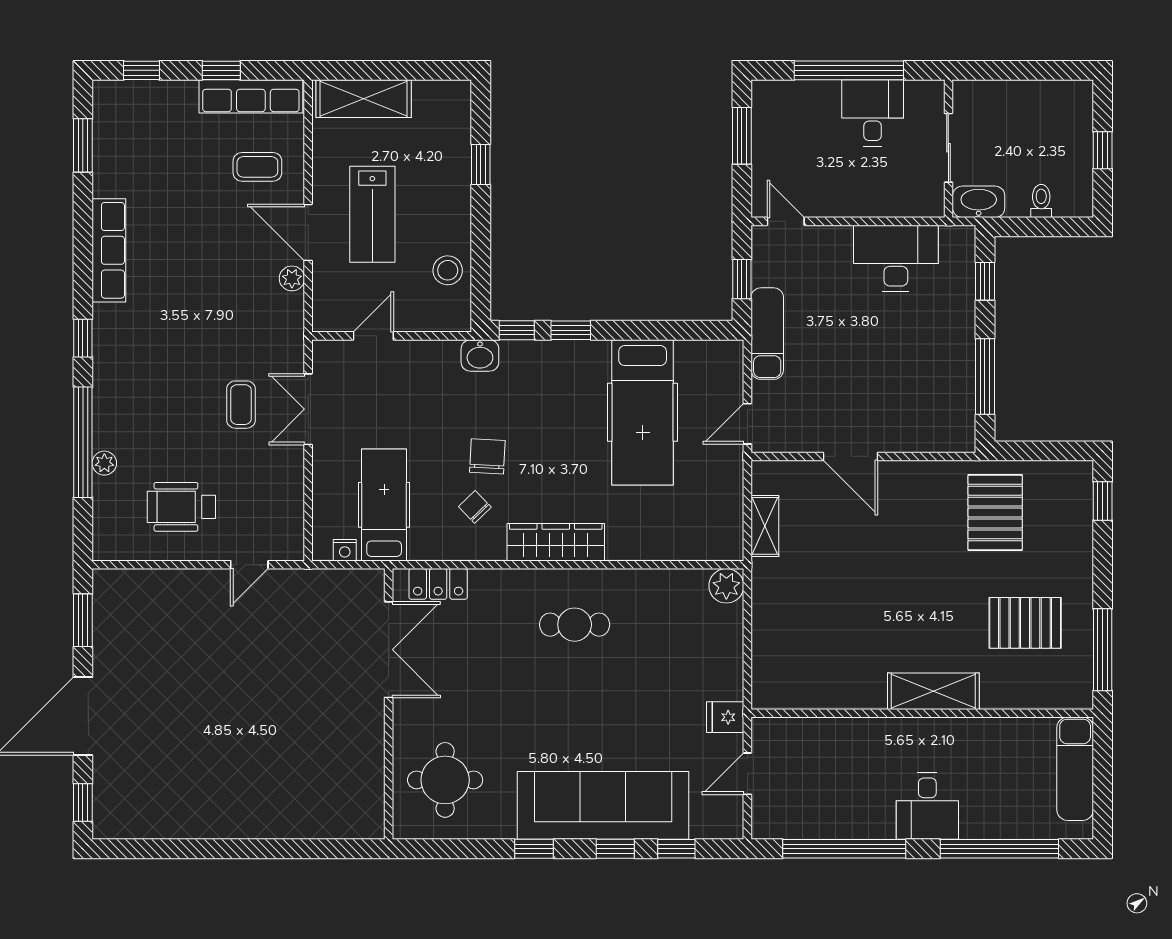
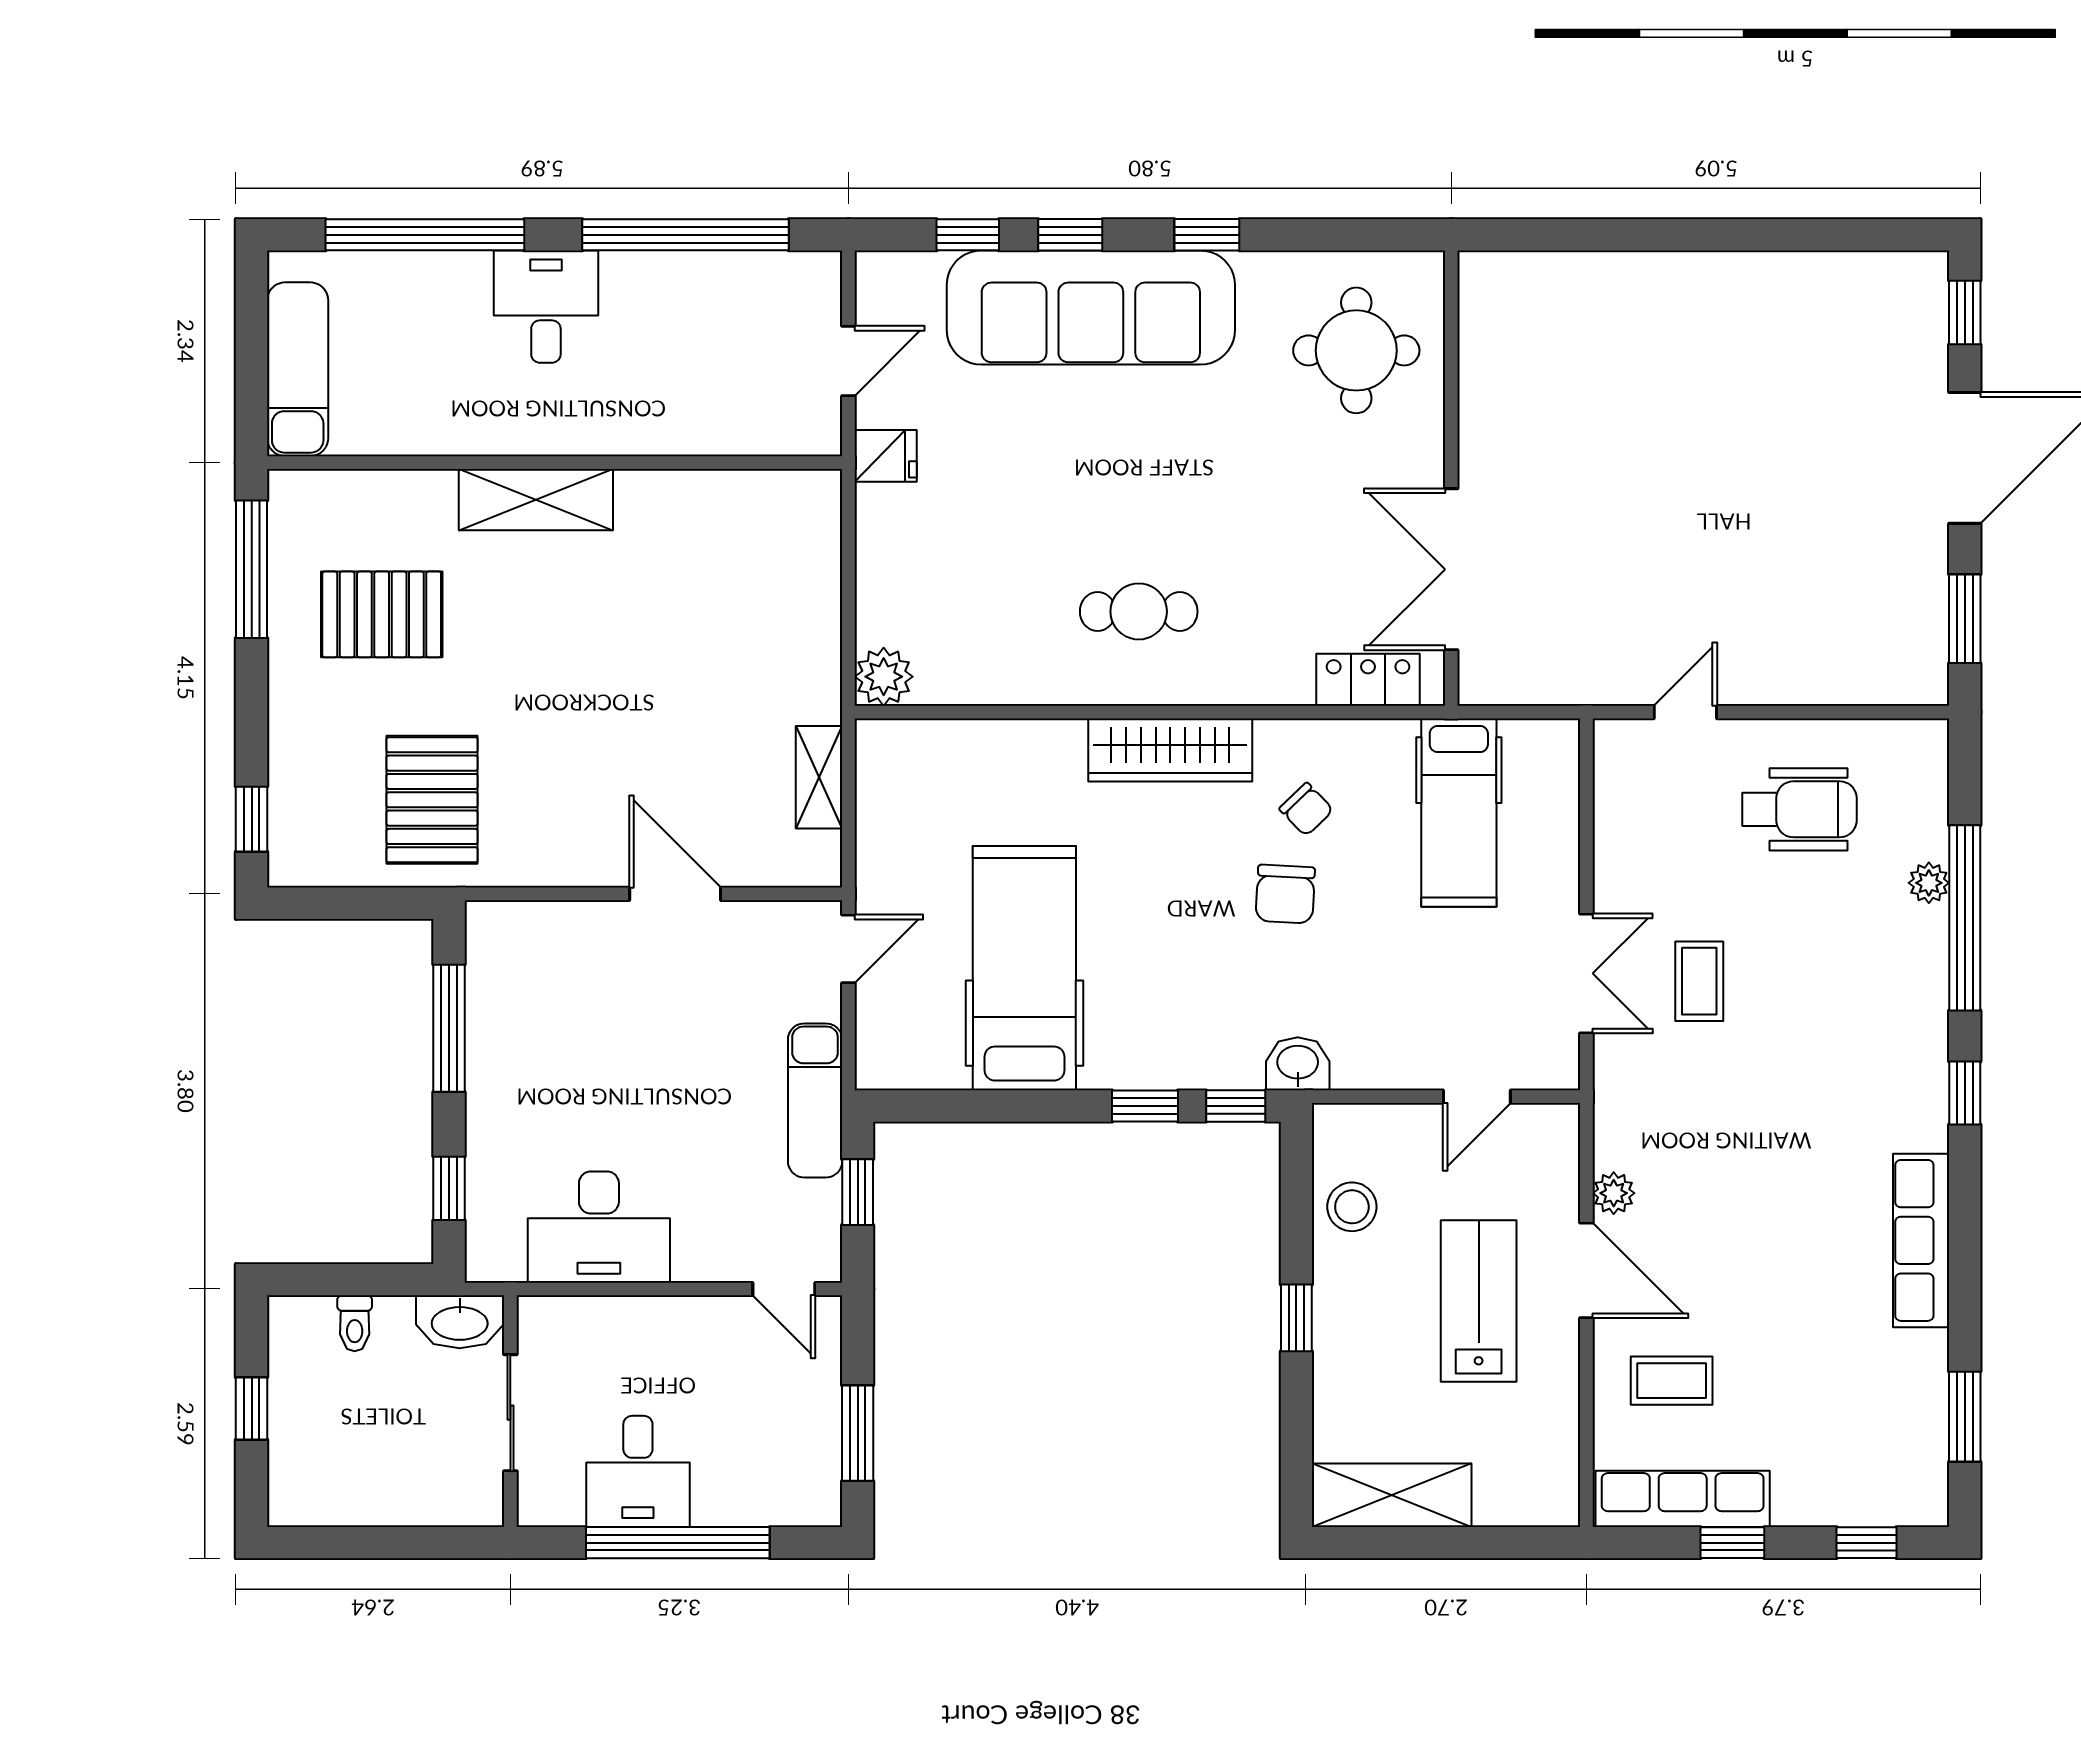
shelving: (364, 99) -> (1392, 1495), moved
window: (481, 164) -> (1296, 1318), moved
nightstand: (345, 550) -> (1525, 736), removed

